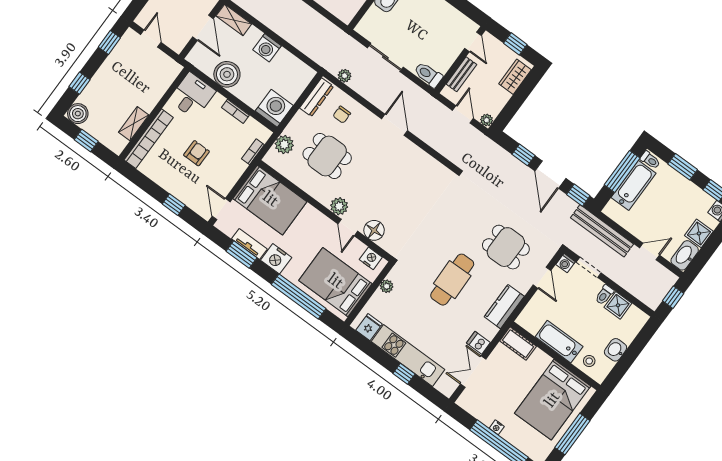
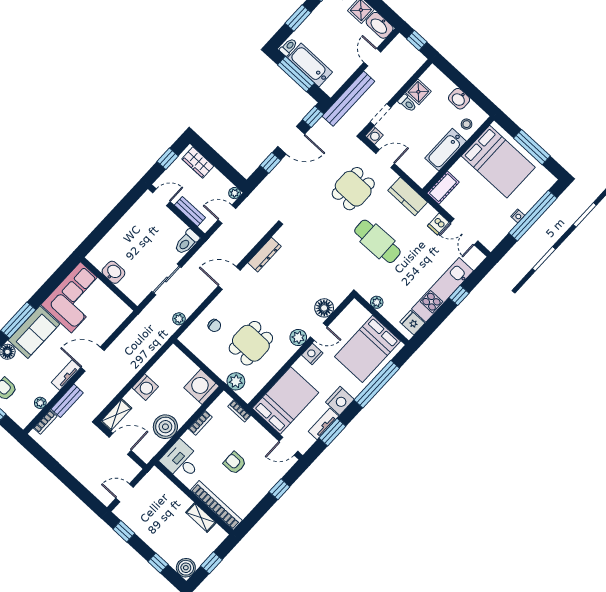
dresser: (317, 97) -> (264, 255), moved, turned 90
nightstand: (371, 258) -> (312, 354), moved

